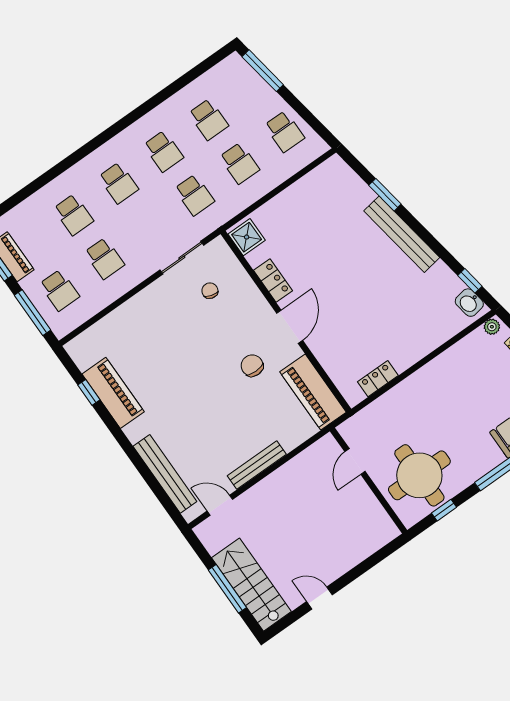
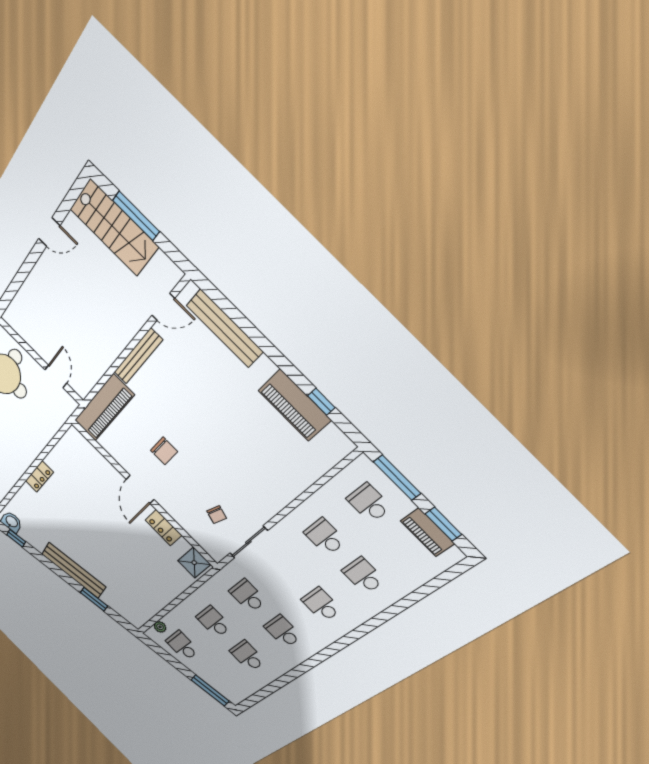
plant: (307, 157) -> (160, 627), added
locker: (378, 379) -> (39, 476), moved
piano: (313, 392) -> (104, 408), moved, turned 90

